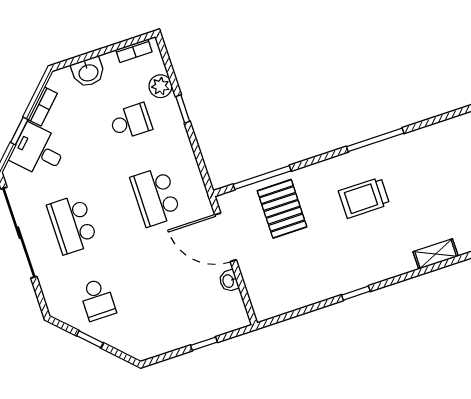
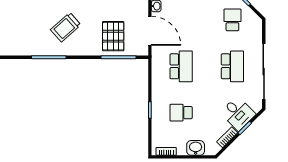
plant: (160, 86) -> (158, 127), removed
trolley: (364, 198) -> (66, 27), turned 138

